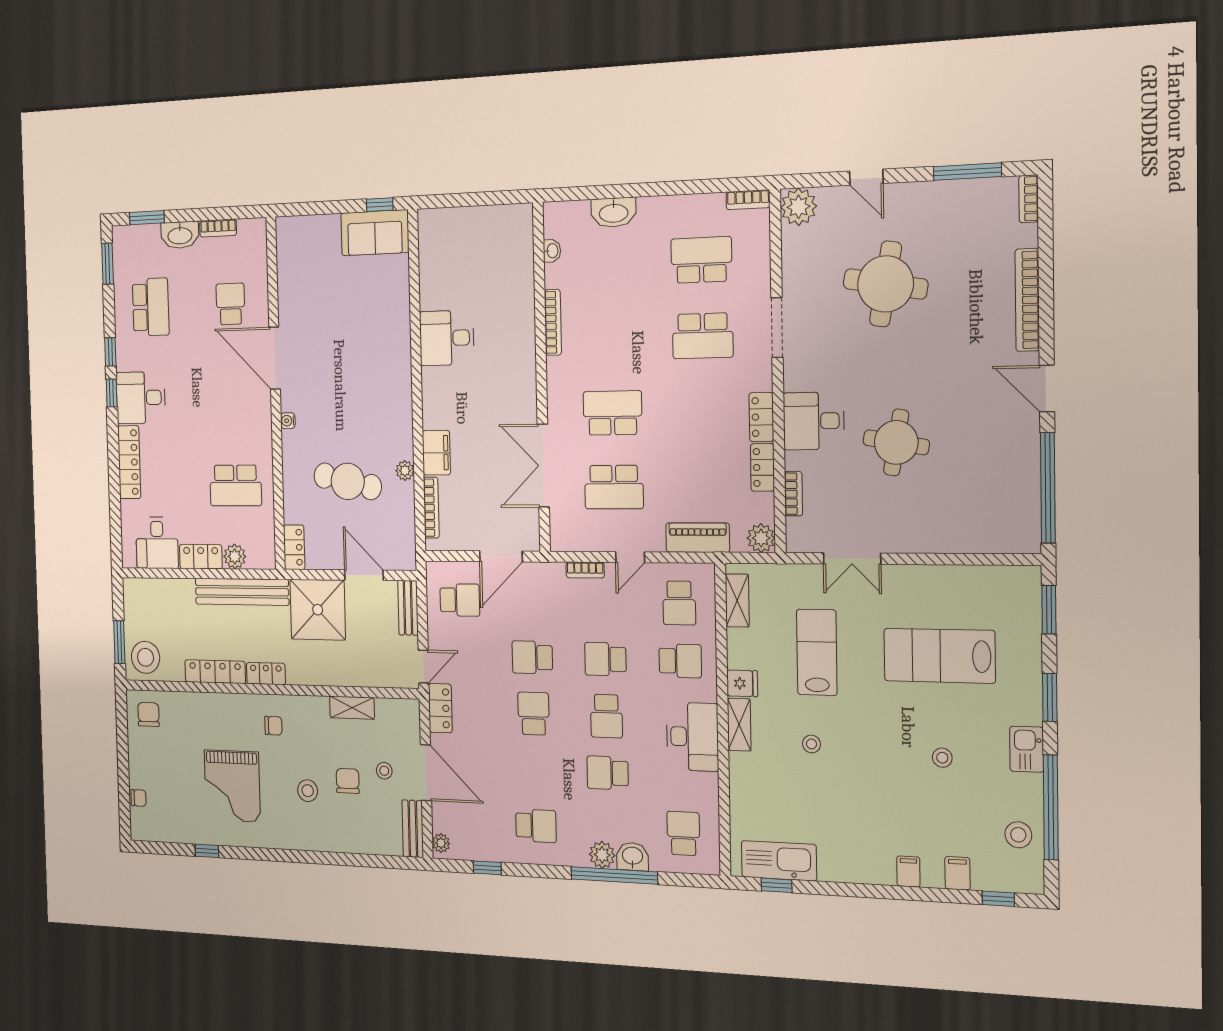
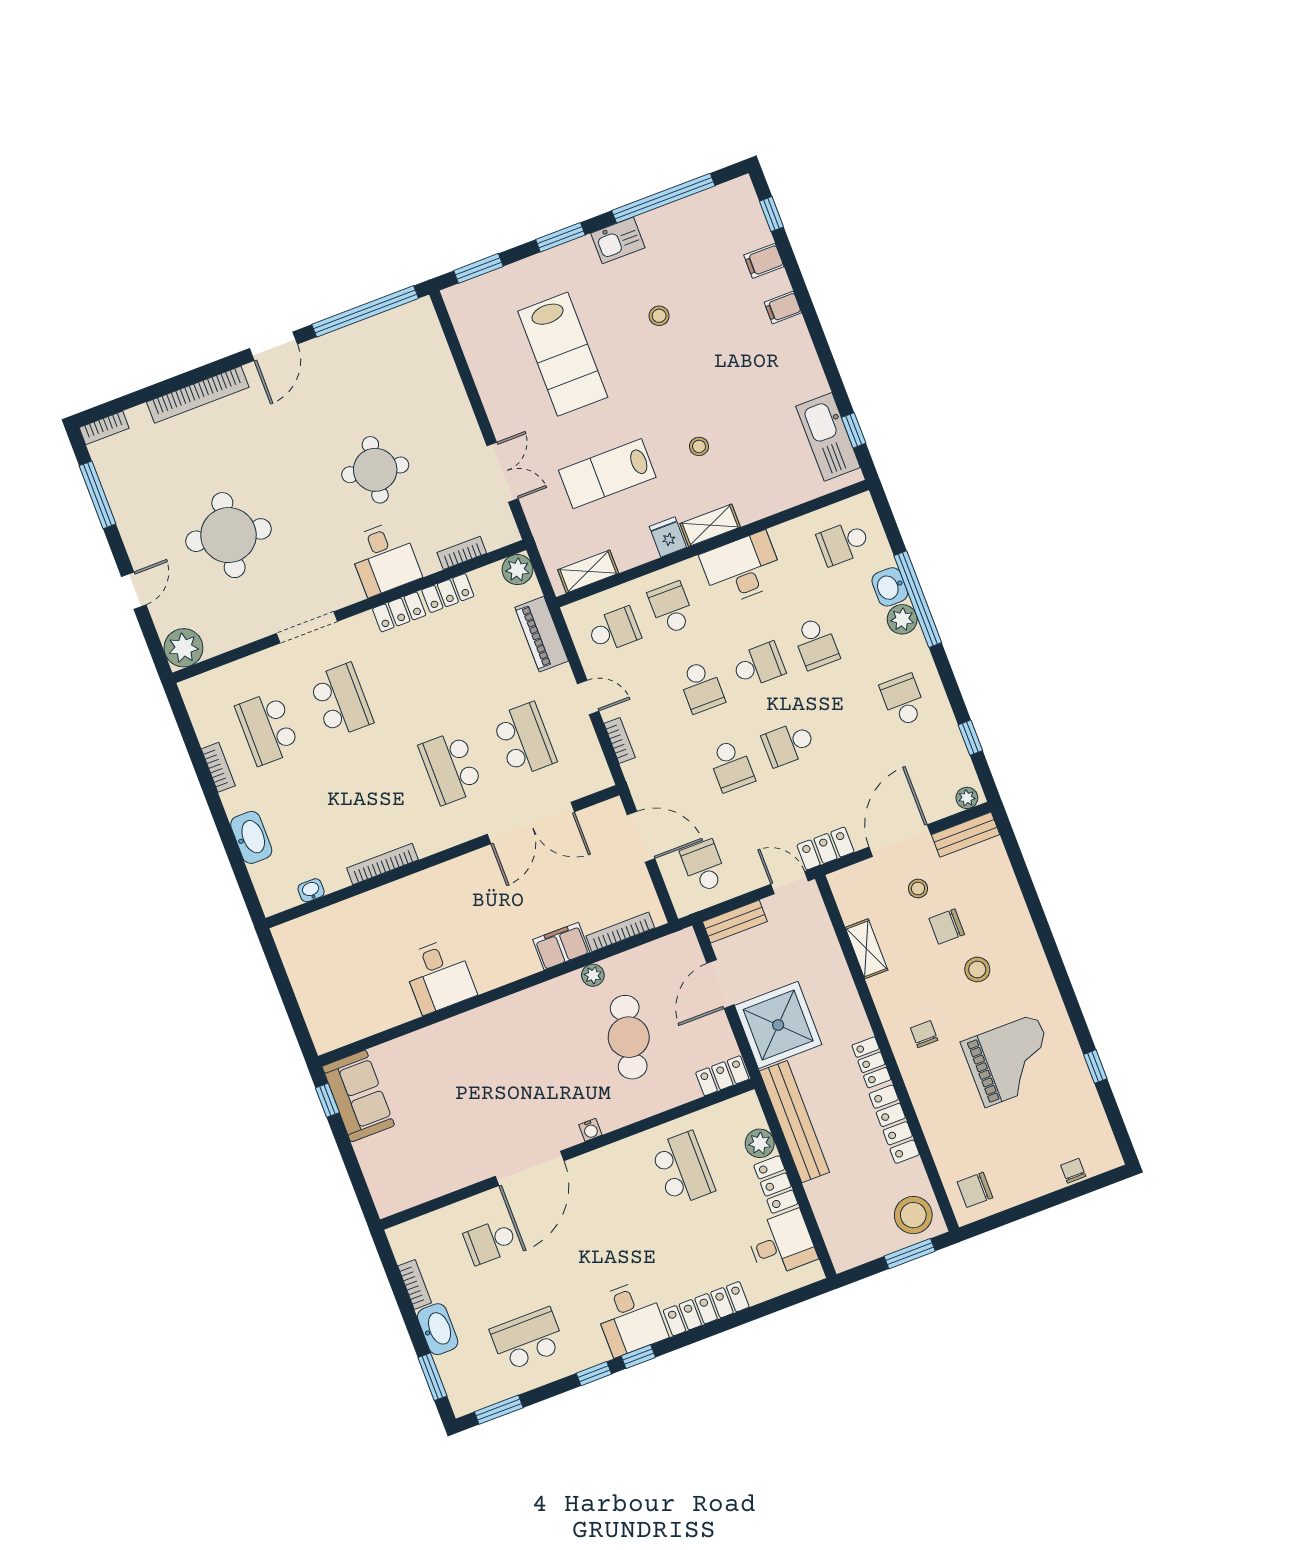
bookcase: (748, 200) -> (218, 767), moved
stool: (1018, 835) -> (702, 218), removed

